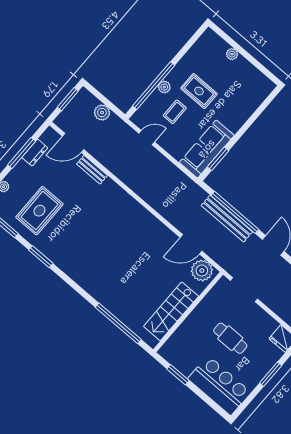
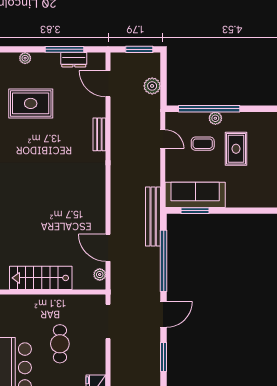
bench: (92, 170) -> (99, 134), moved
bench: (227, 219) -> (153, 217), moved
plant: (202, 271) -> (100, 275), width x0.53, depth x0.53

